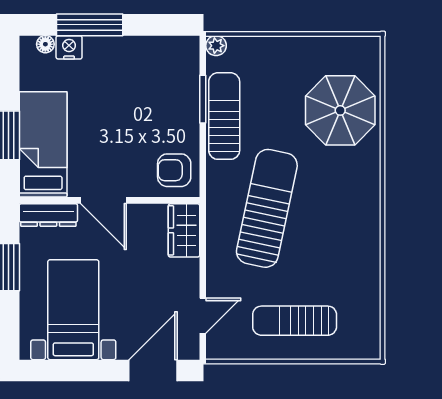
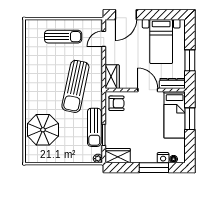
wardrobe: (171, 52) -> (118, 156), added

